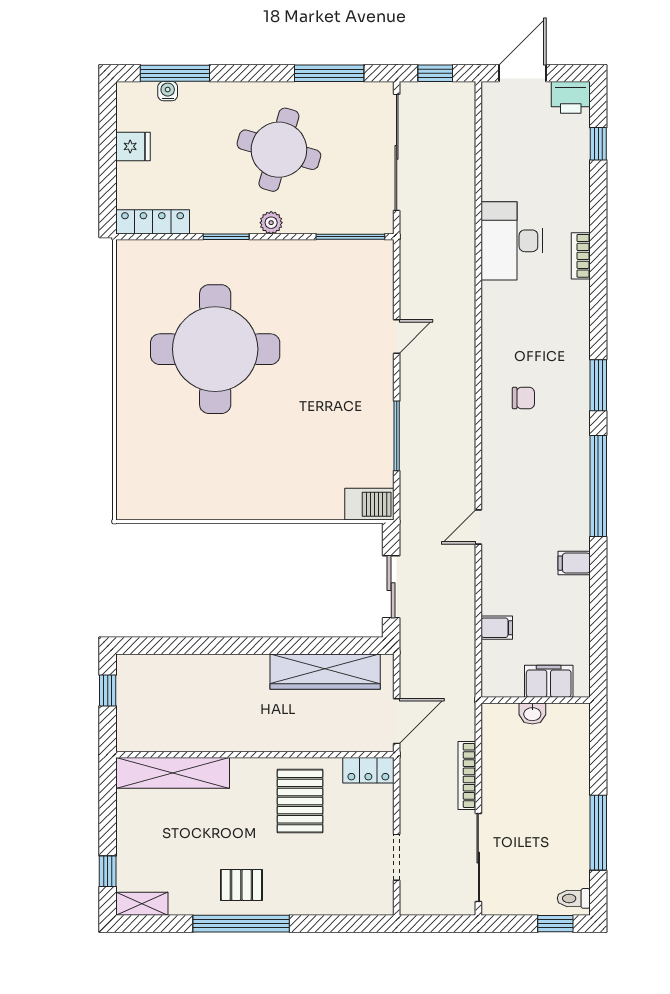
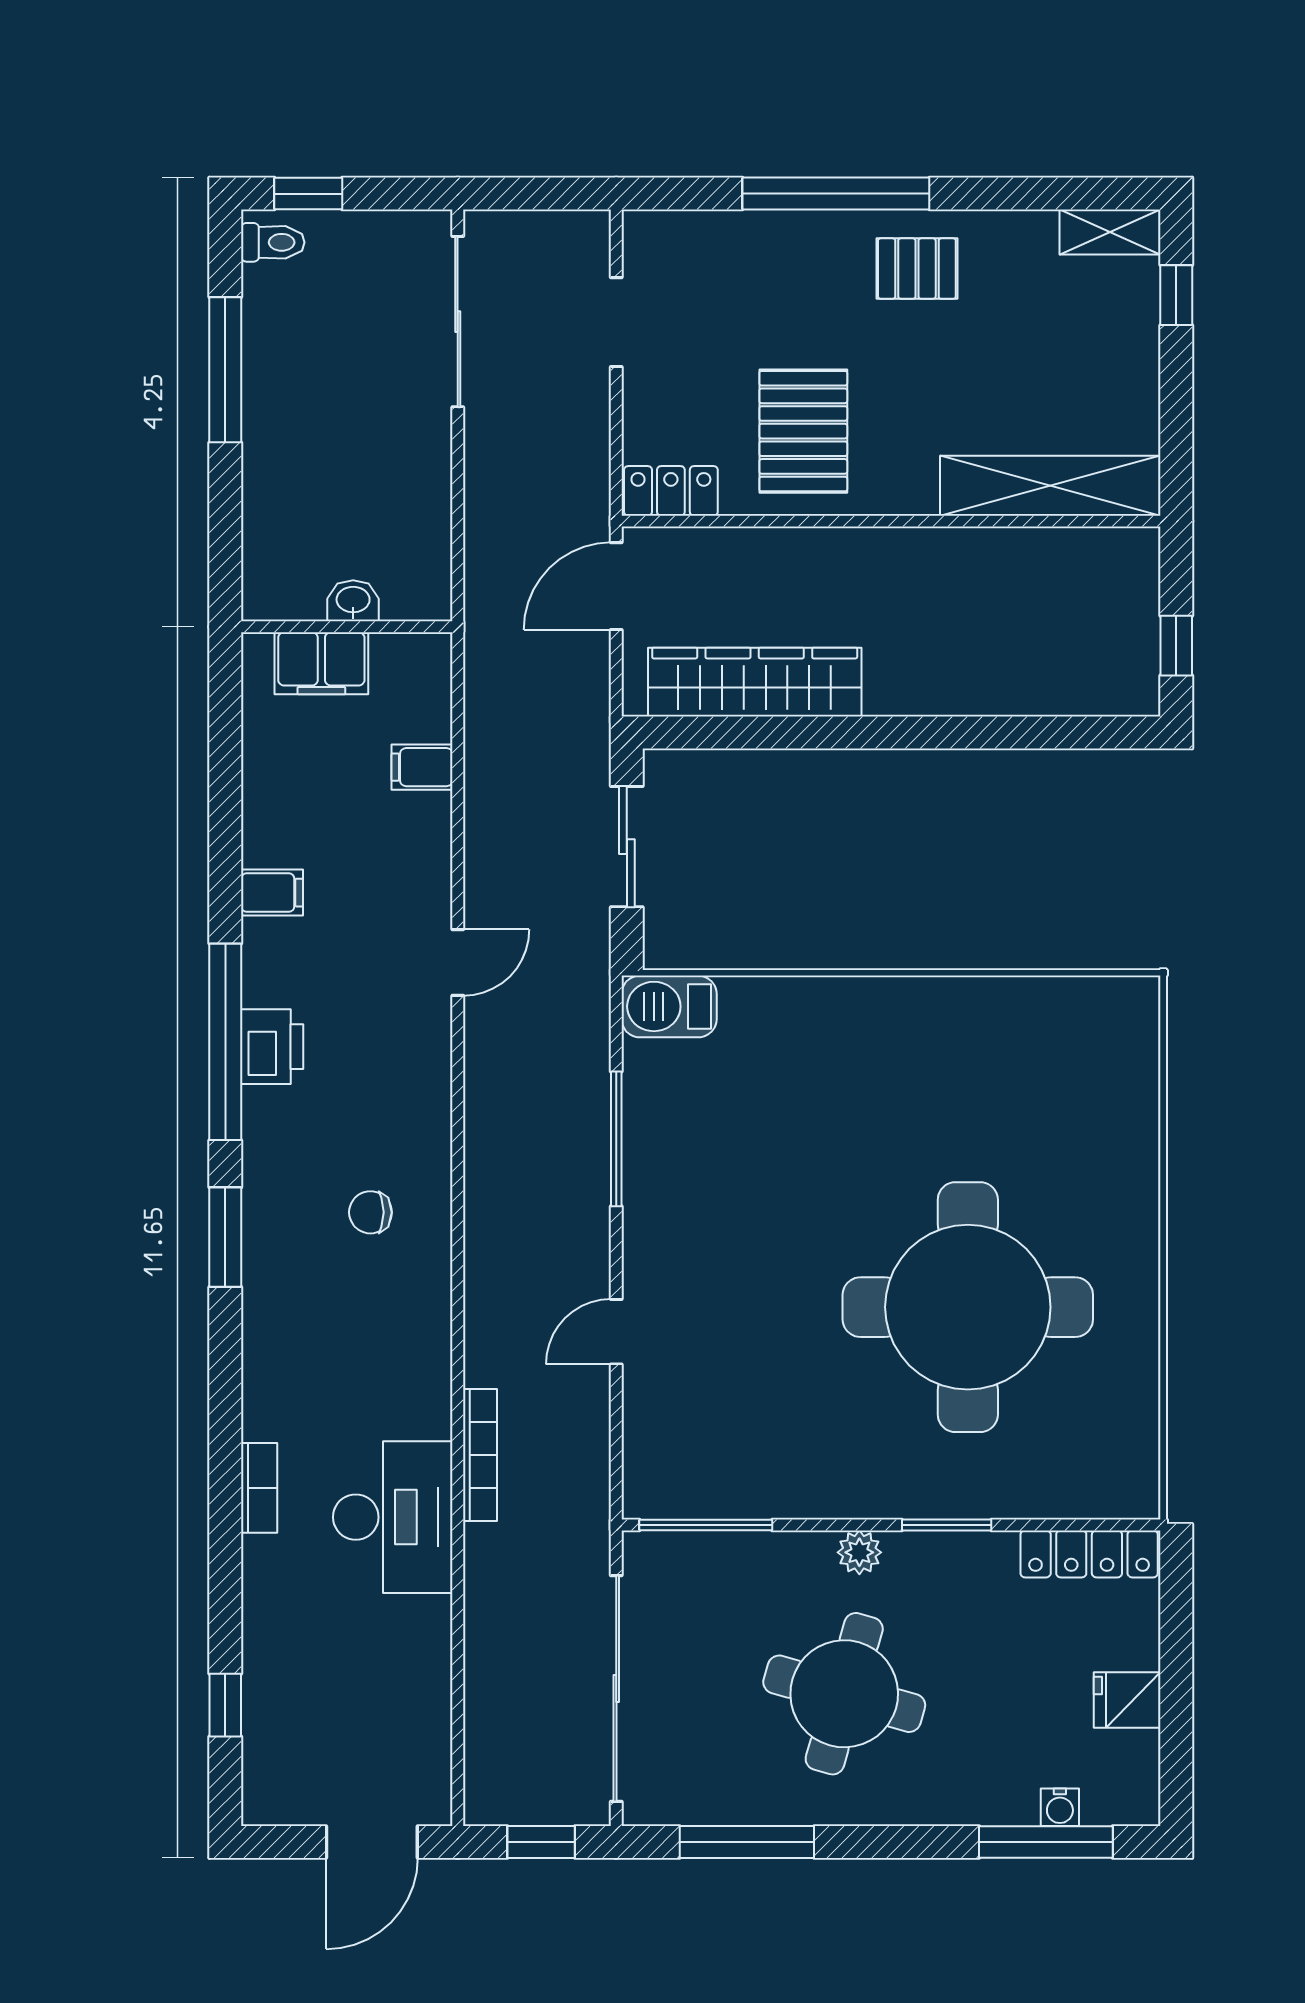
printer: (571, 97) -> (272, 1047), moved, turned 90
bookcase: (467, 775) -> (480, 1455), moved
window: (241, 924) -> (836, 194), moved

